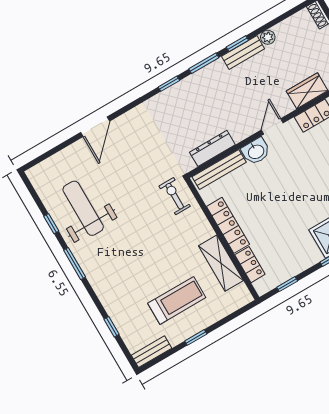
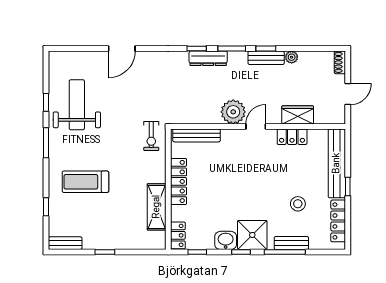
plant: (242, 125) -> (233, 112), added
dresser: (212, 148) -> (208, 58), moved, turned 180
washbasin: (256, 151) -> (226, 240), moved, turned 180
exercise bike: (175, 196) -> (151, 136), turned 180
locker: (250, 265) -> (178, 235), moved
treadmill: (177, 300) -> (85, 182), moved, turned 180

